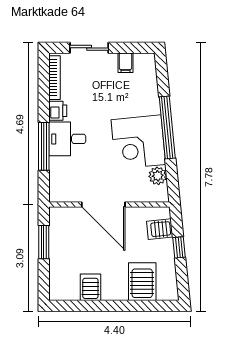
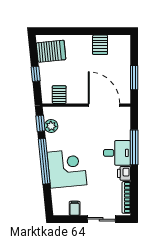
corner desk: (138, 142) -> (67, 168), moved
window: (172, 179) -> (40, 123), added
door: (103, 204) -> (104, 105), moved
server rack: (160, 229) -> (59, 95), moved, turned -84
server rack: (142, 282) -> (51, 51), moved, turned -96

